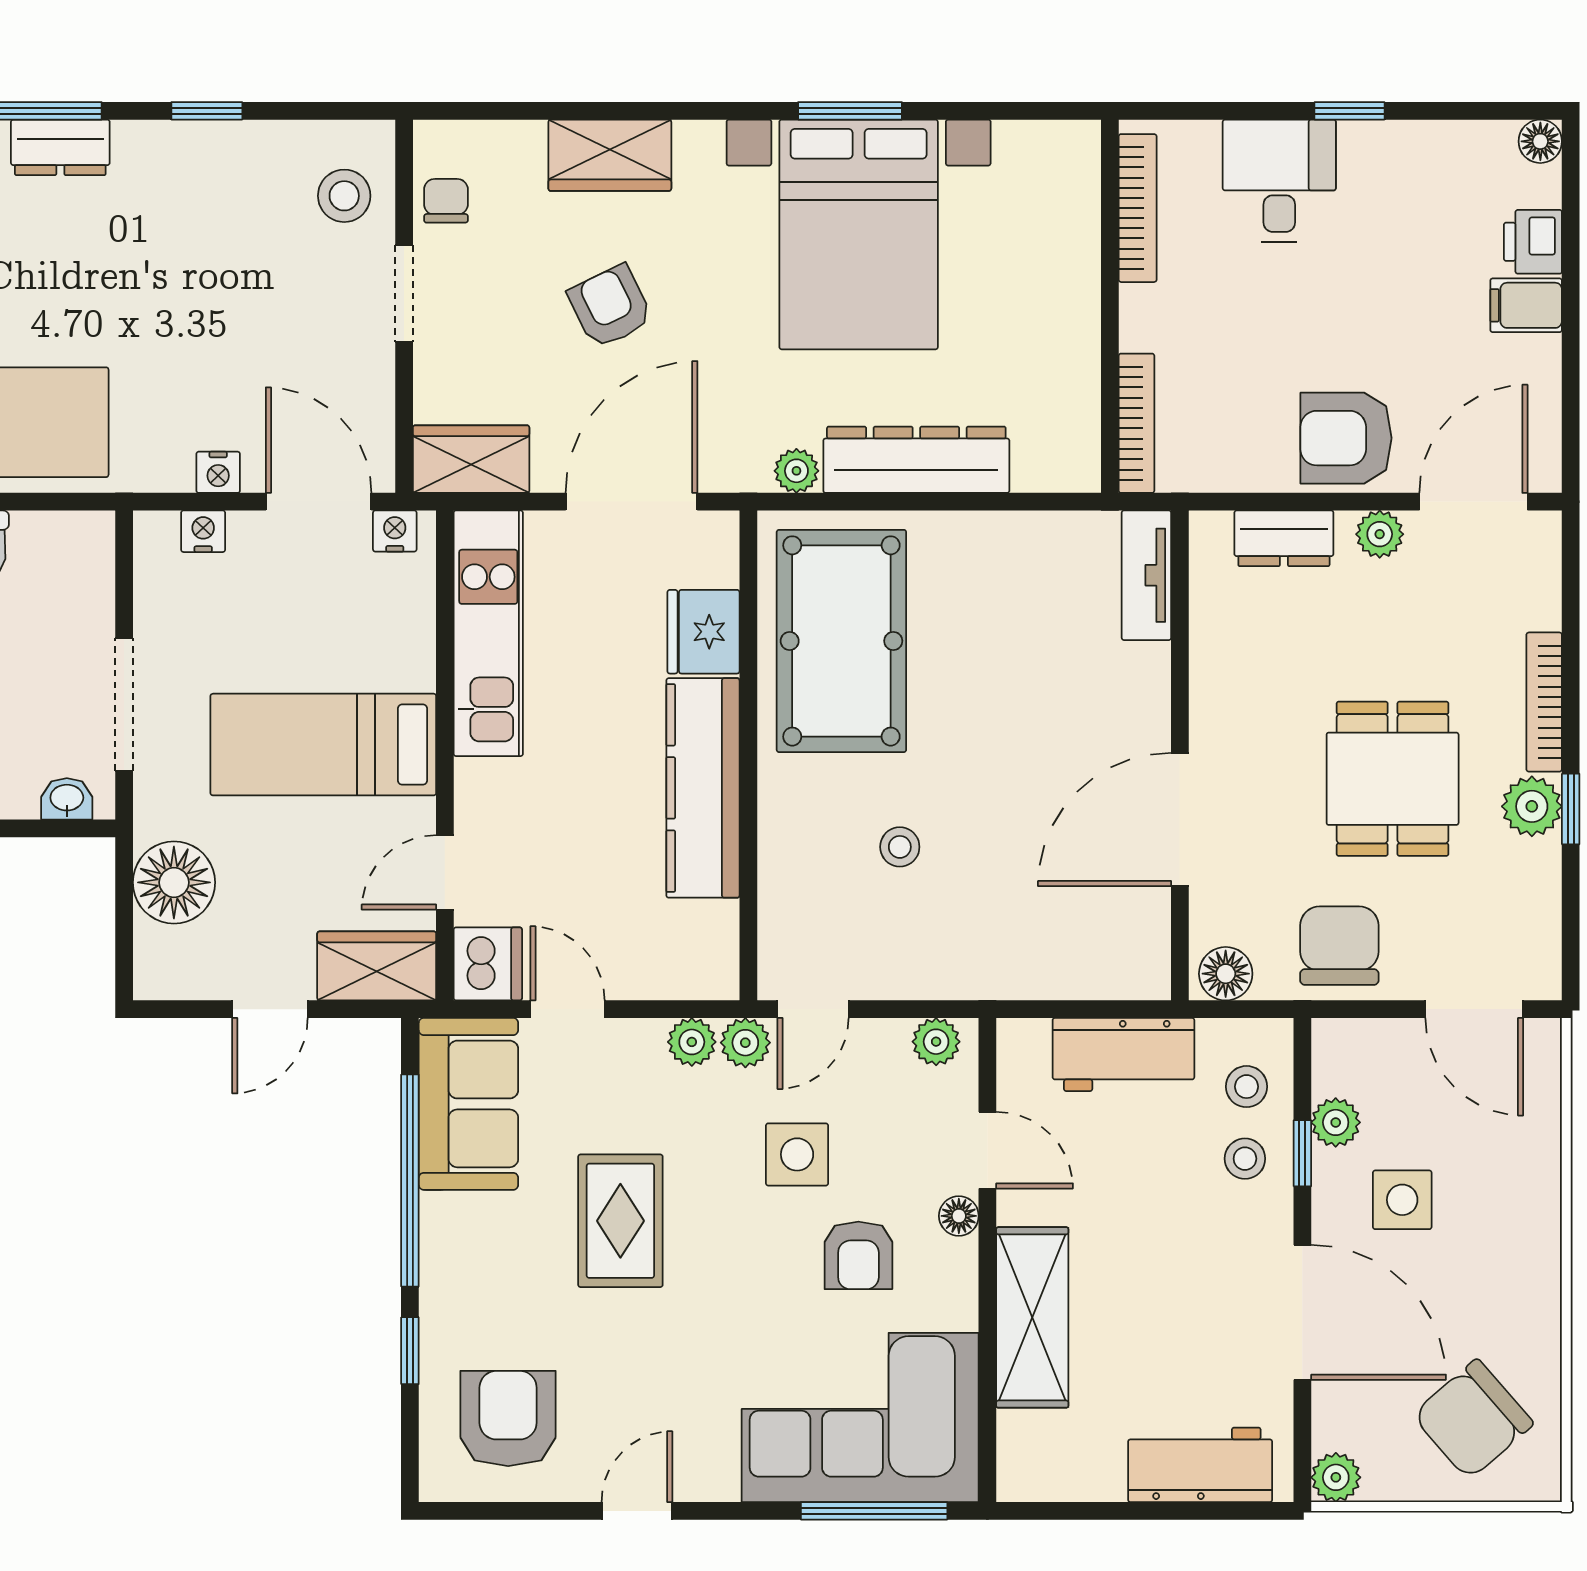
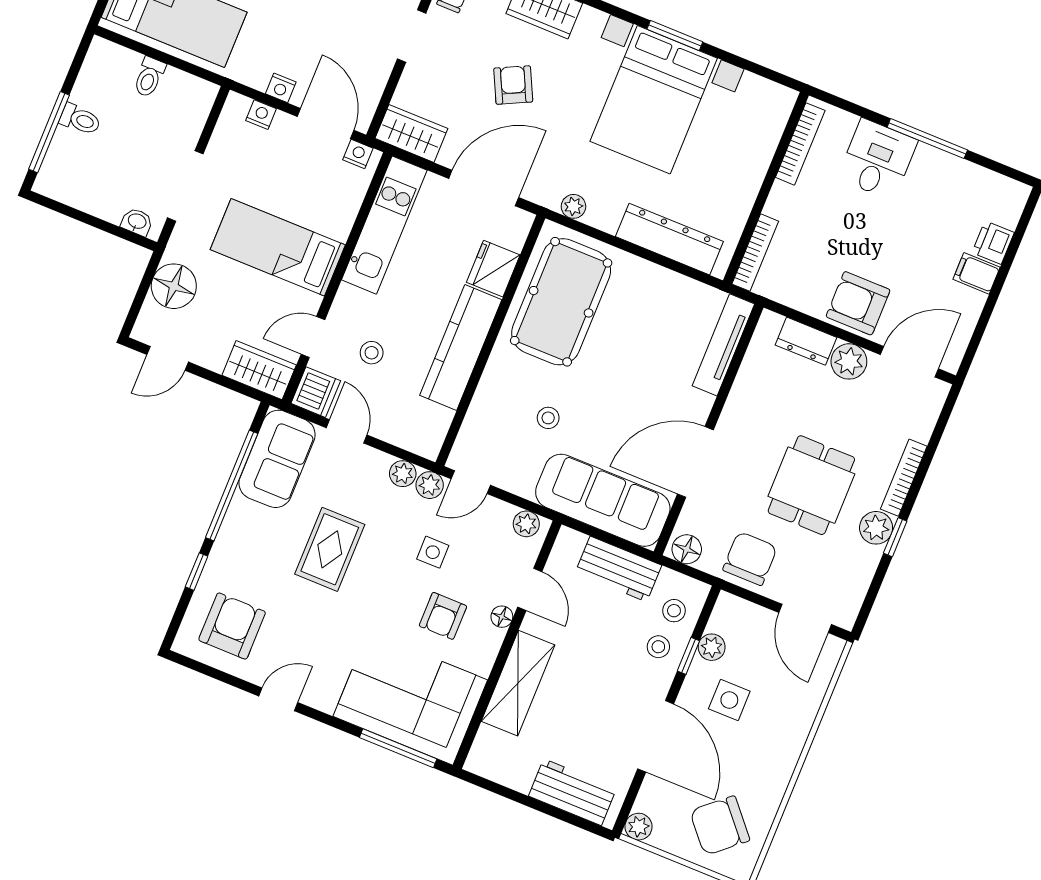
window: (1350, 111) -> (927, 139), width x2.17
floor lamp: (1540, 141) -> (1018, 193), removed
dresser: (916, 460) -> (669, 239), moved
plant: (1380, 534) -> (849, 361), width x1.38, depth x1.38
tv unit: (1146, 575) -> (723, 345), width x1.41
stool: (555, 858) -> (372, 353), added
sofa: (1049, 949) -> (603, 500), added
door: (270, 1009) -> (168, 358), moved
side table: (797, 1154) -> (433, 552), width x0.73, depth x0.73

